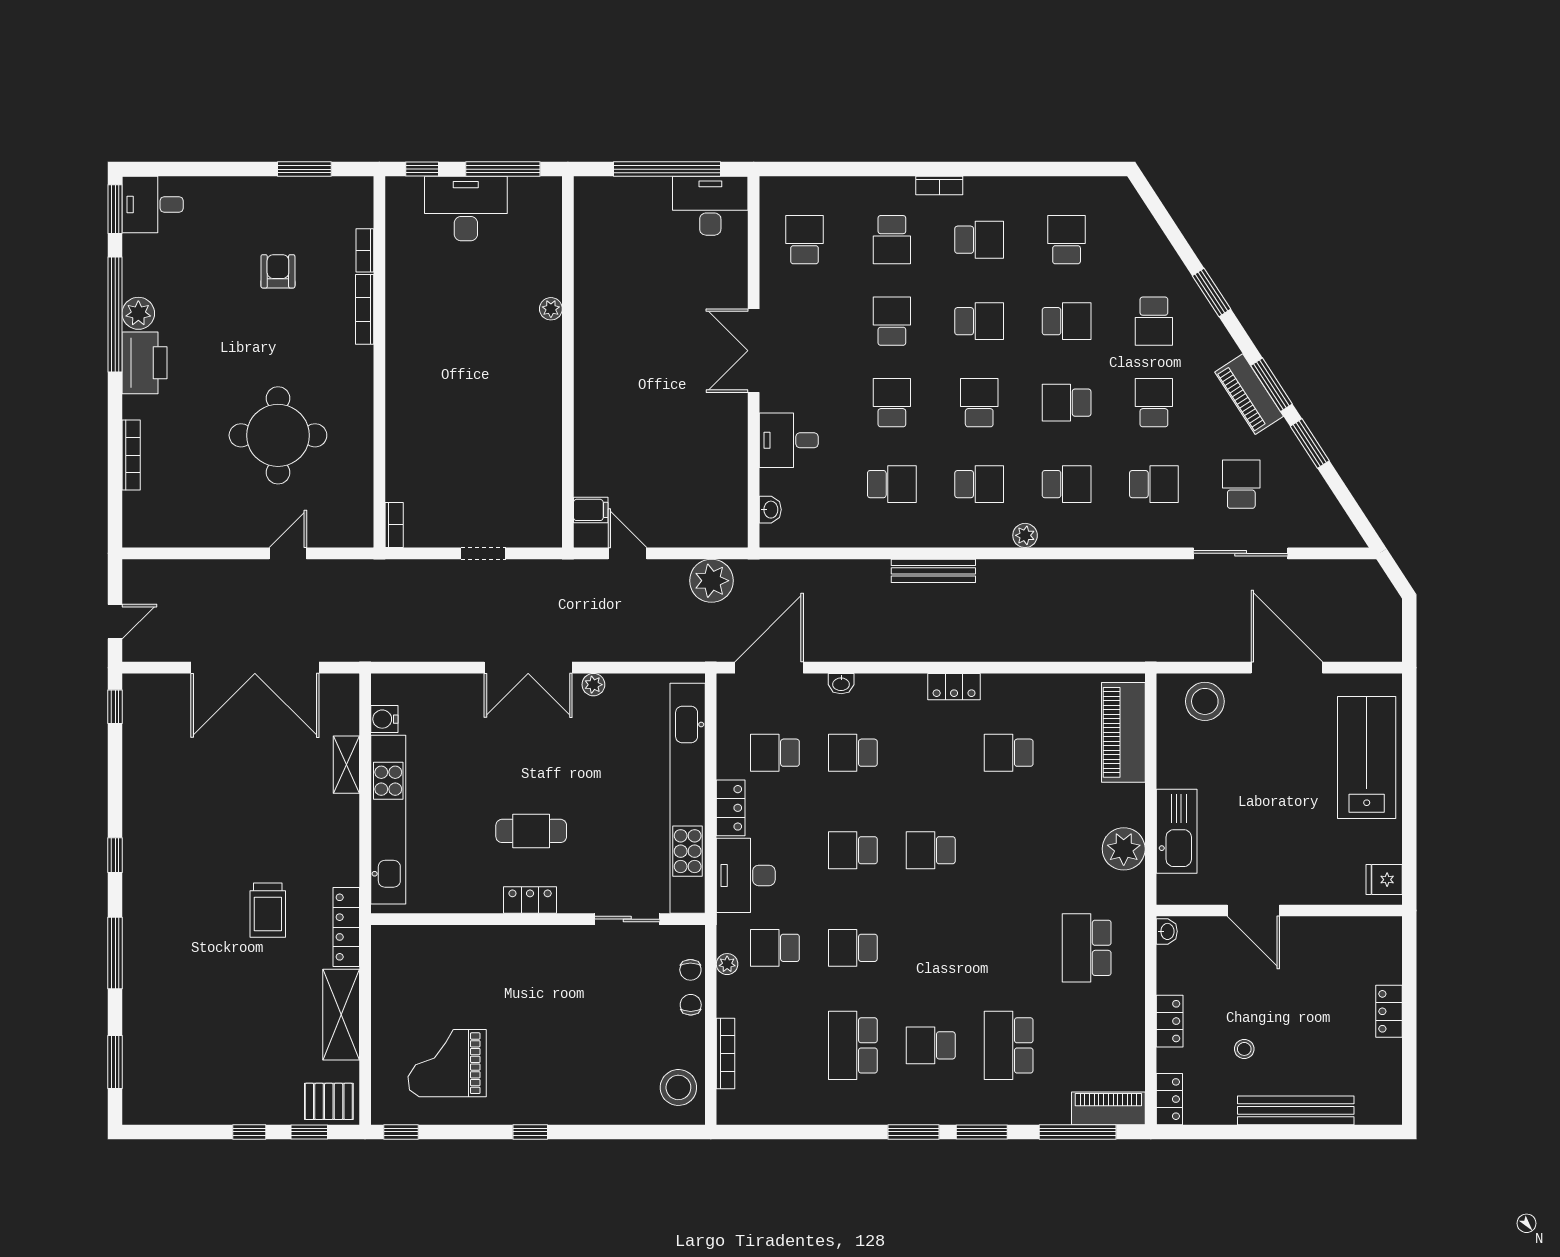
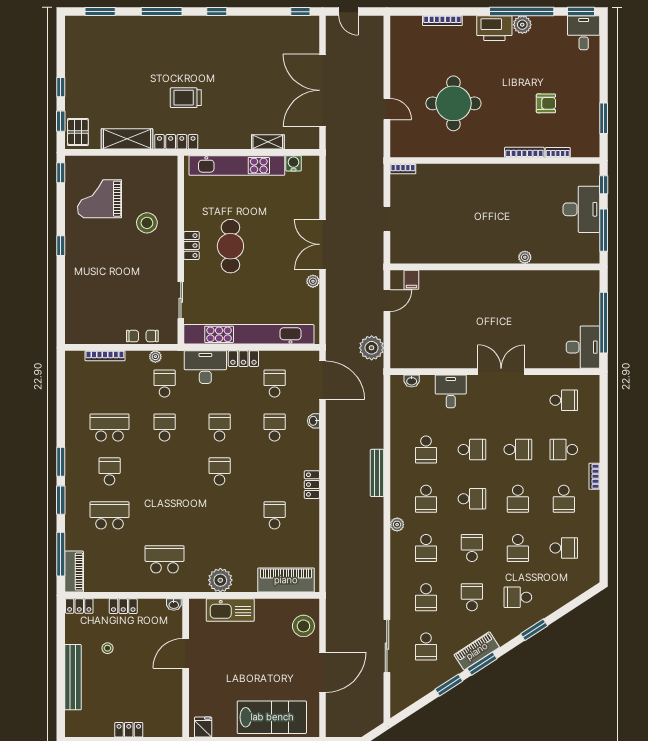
school desk: (1154, 403) -> (472, 597), turned -90
school desk: (1241, 484) -> (426, 647), turned 90
cafe table: (531, 831) -> (230, 246), width x1.37, depth x1.35
grand piano: (447, 1063) -> (100, 199), turned -90
stool: (678, 1087) -> (147, 223), moved

